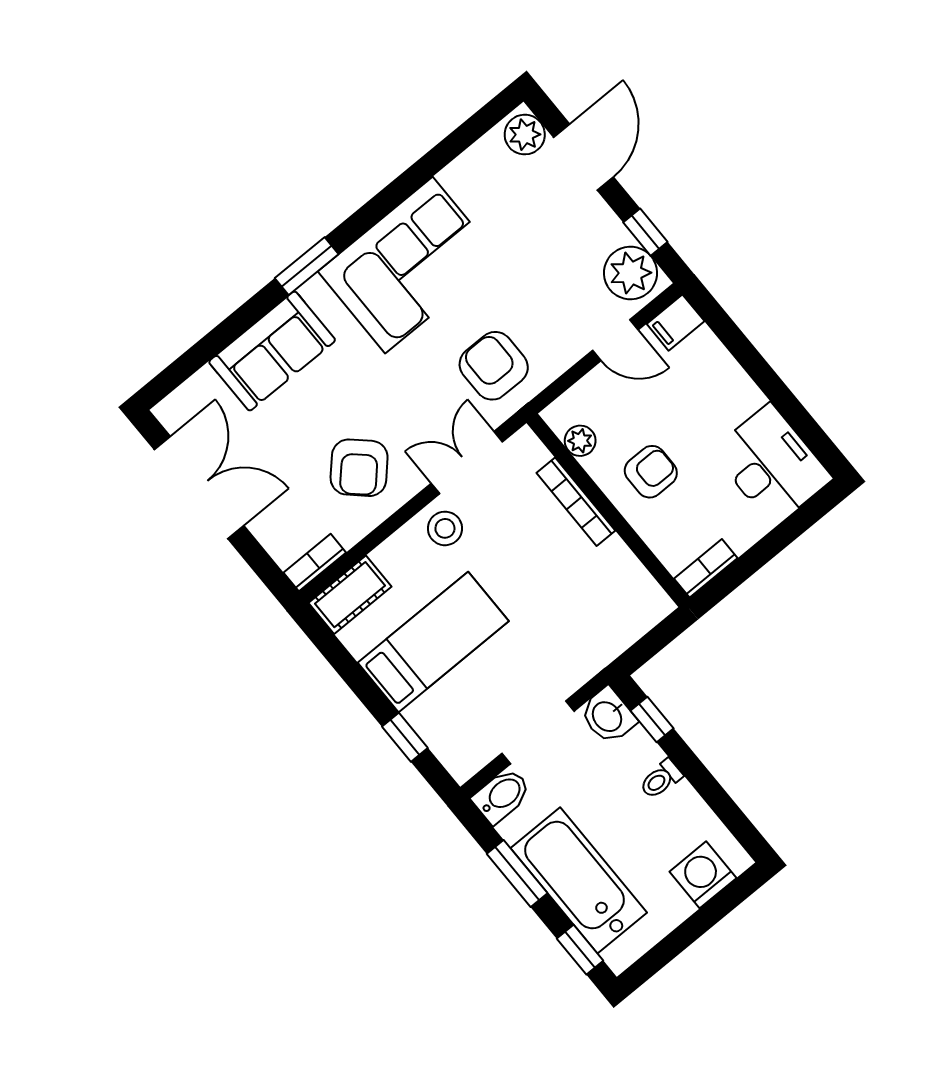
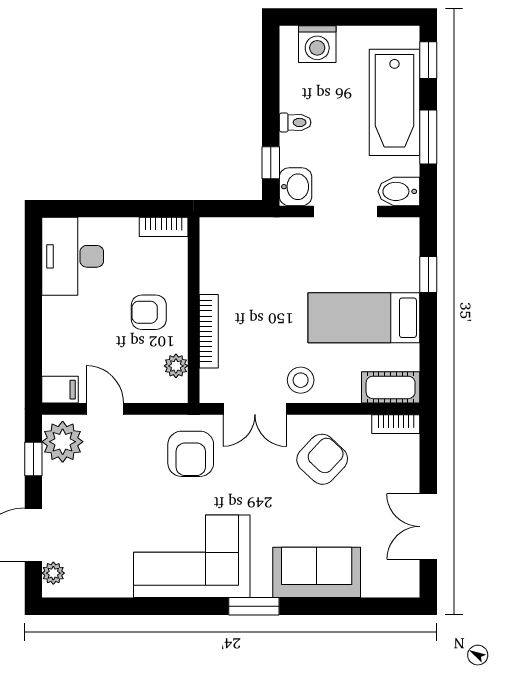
plant: (525, 135) -> (53, 573), width x0.73, depth x0.73
double door: (199, 488) -> (428, 527), width x0.73

